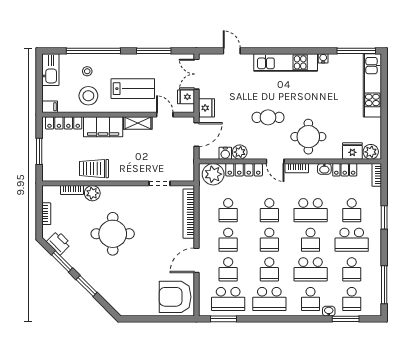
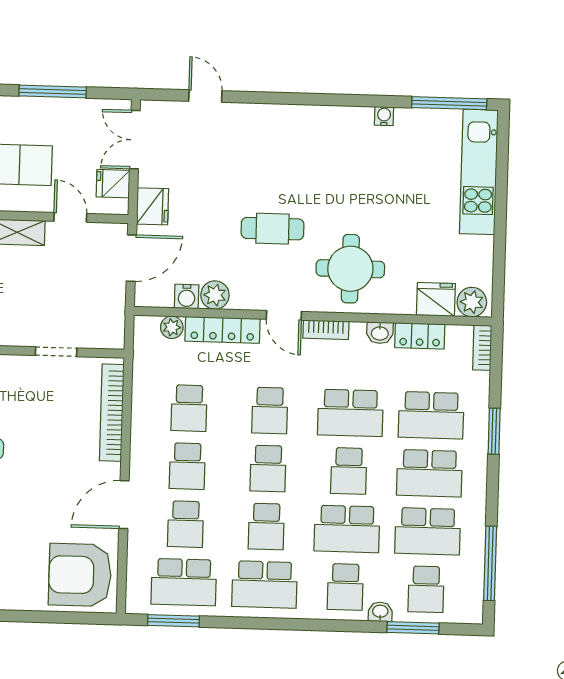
kitchen unit: (286, 62) -> (310, 122), removed
plant: (213, 174) -> (172, 327), width x0.53, depth x0.53
school desk: (352, 210) -> (431, 415), width x1.85
school desk: (352, 269) -> (428, 531), width x1.85

